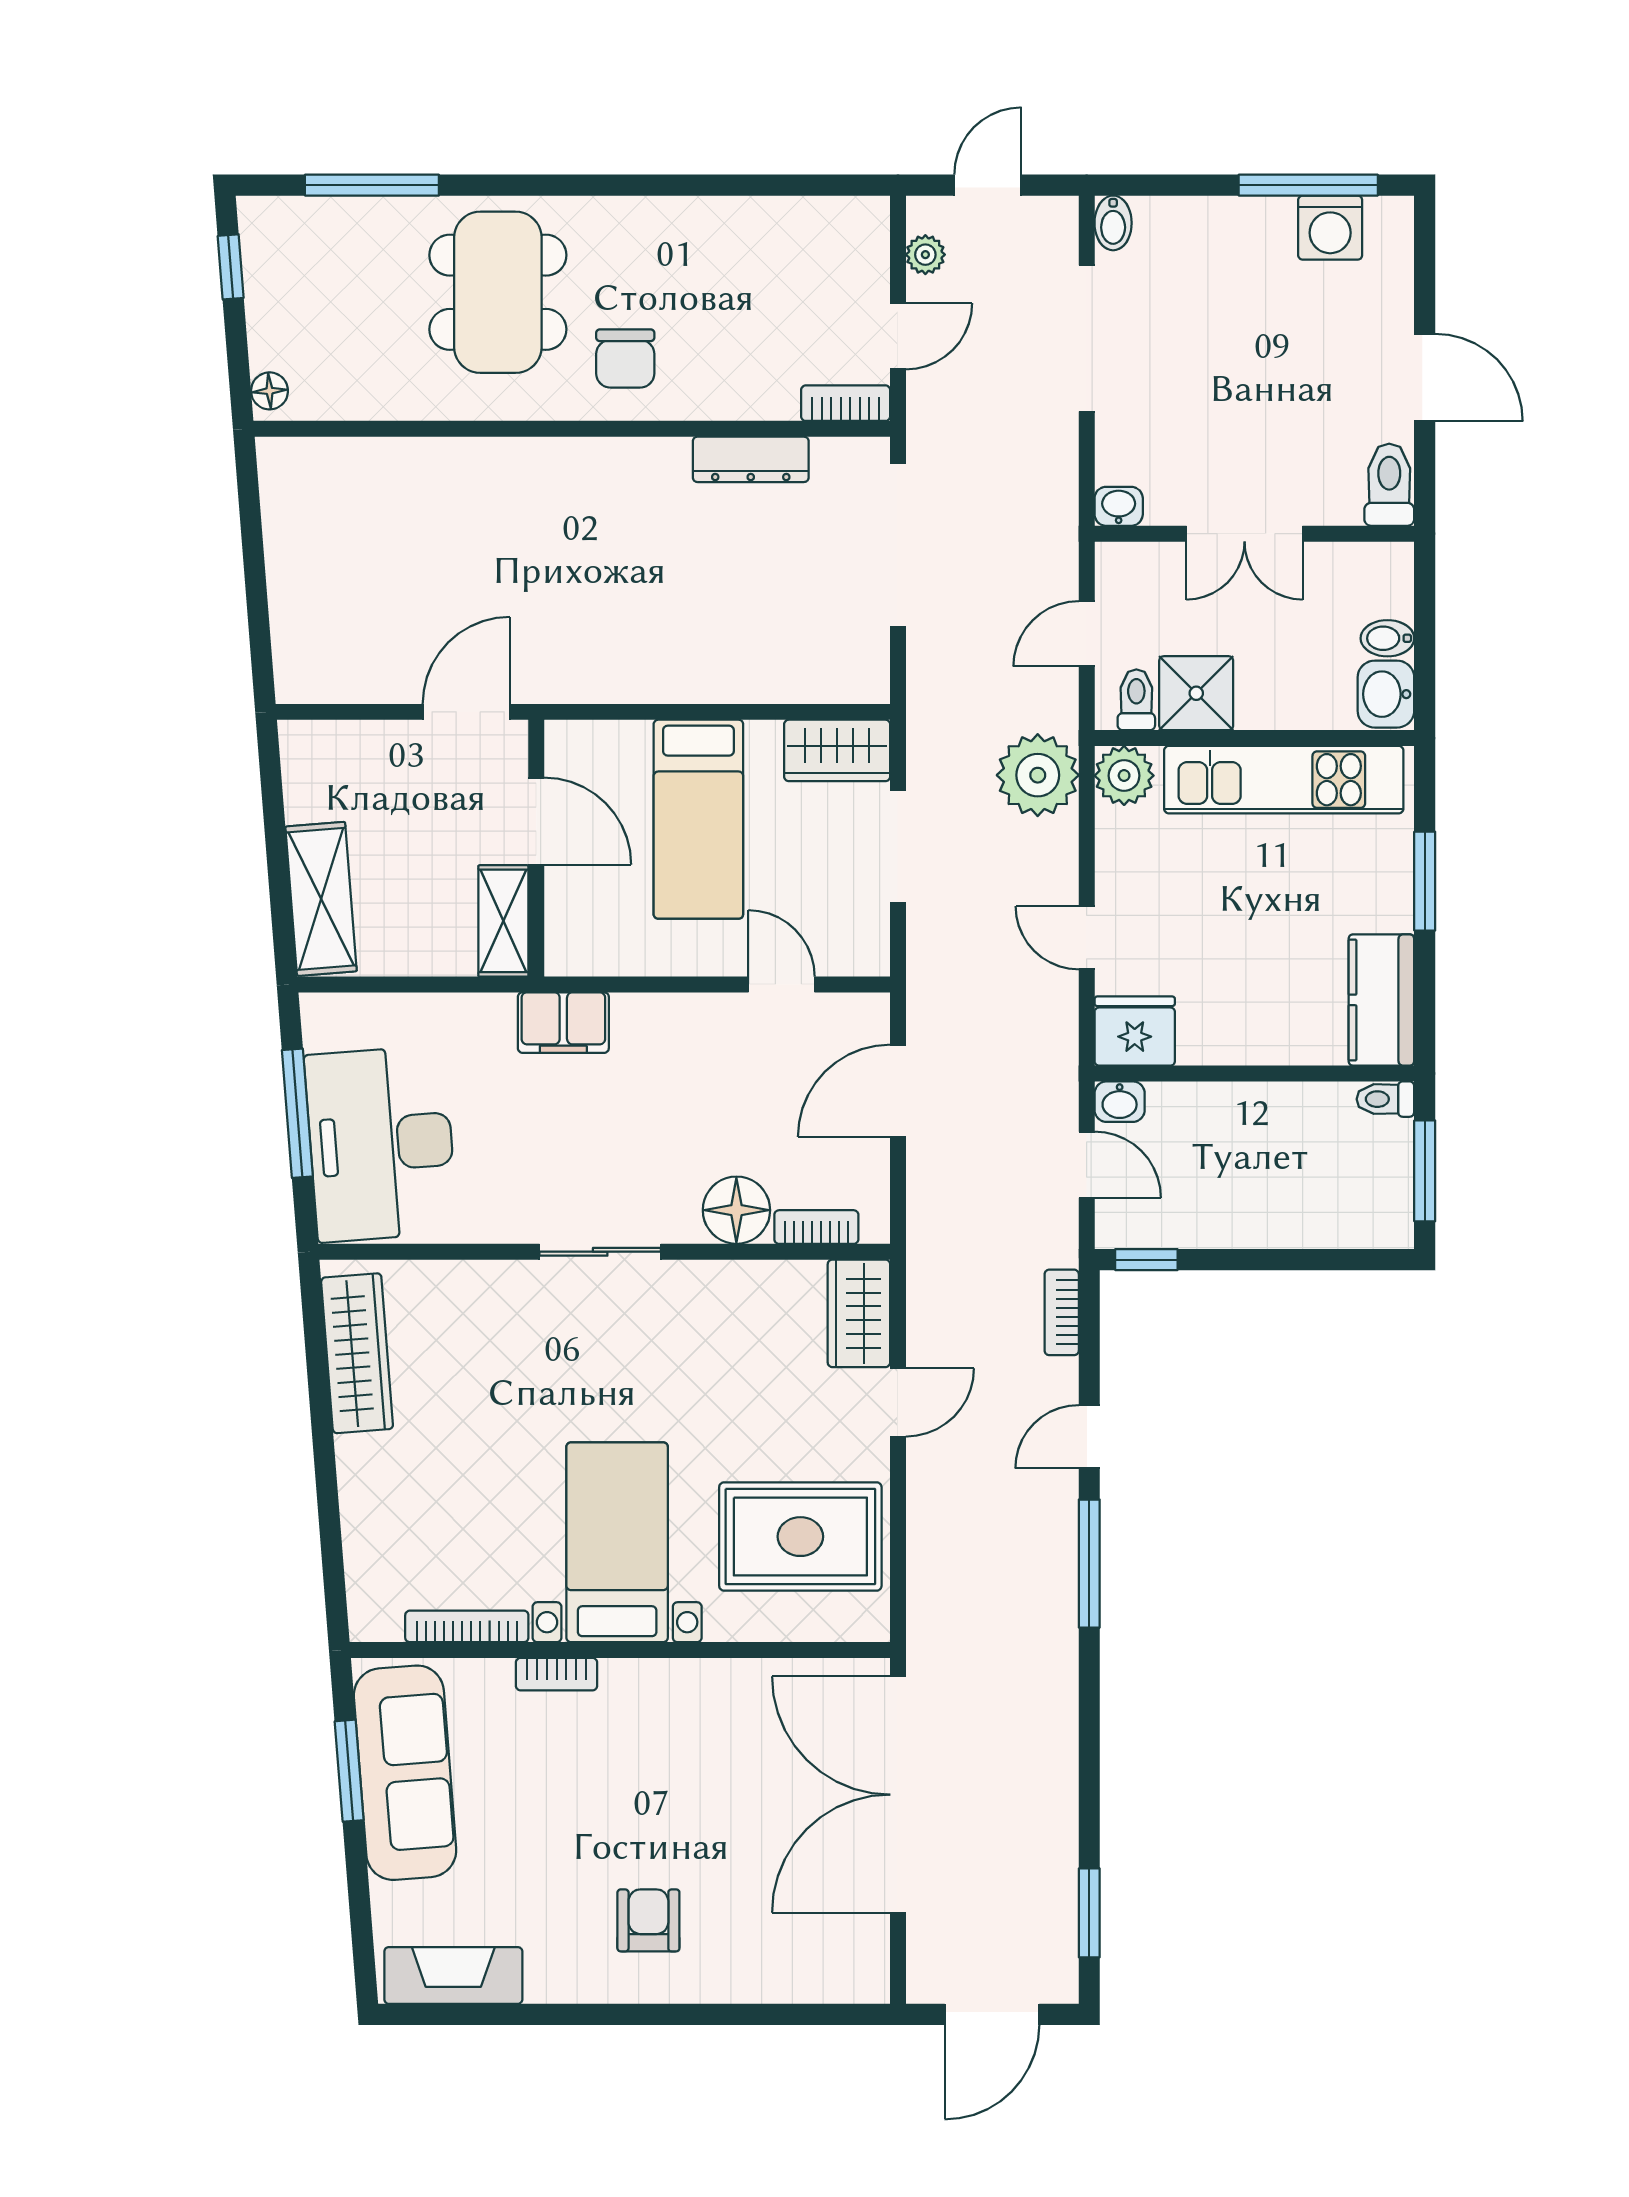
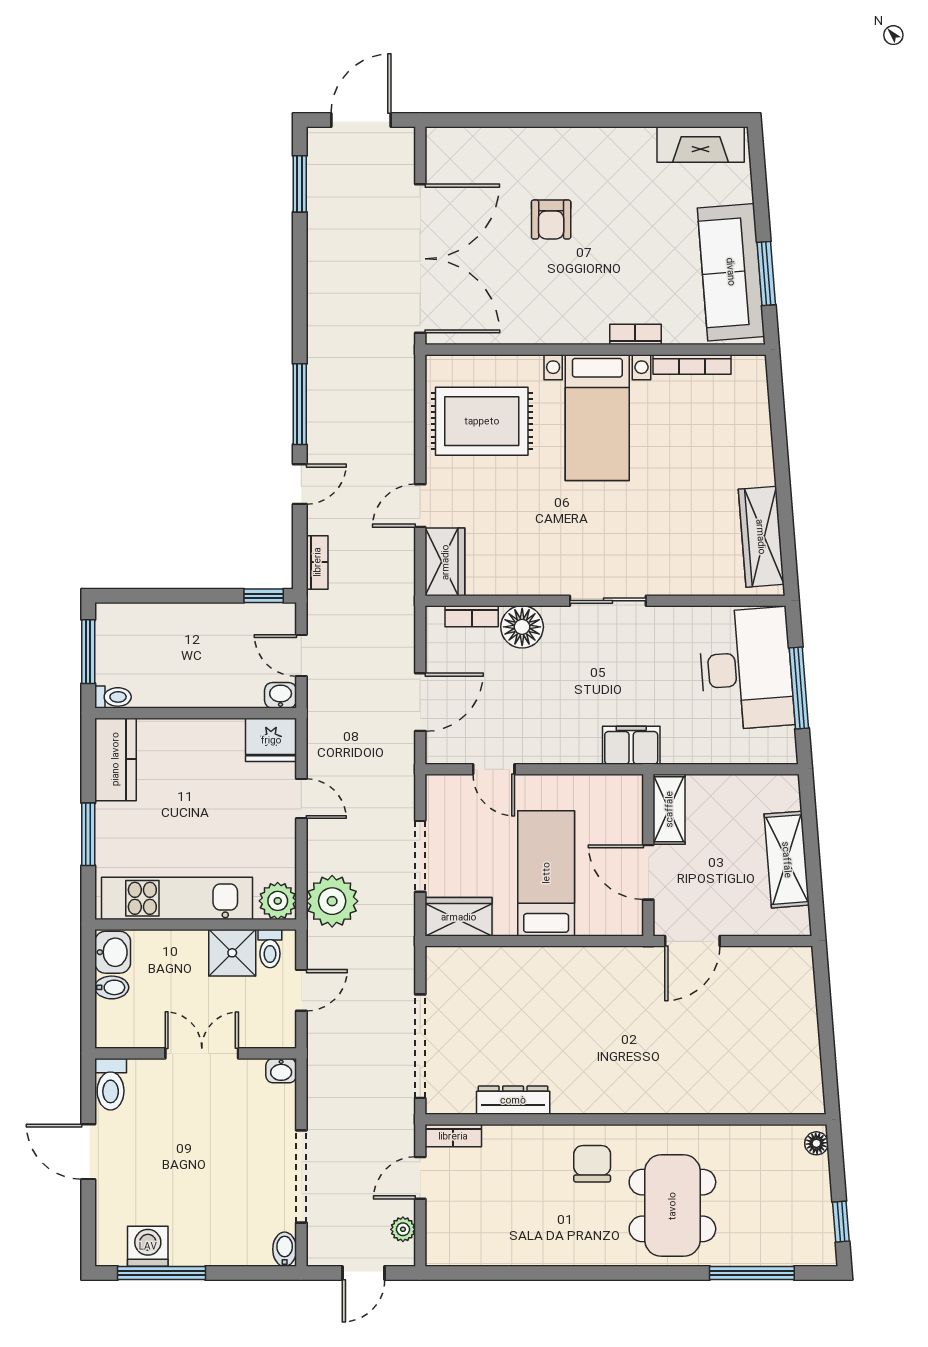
shelving: (321, 899) -> (787, 860), moved
armchair: (648, 1920) -> (551, 220), moved

